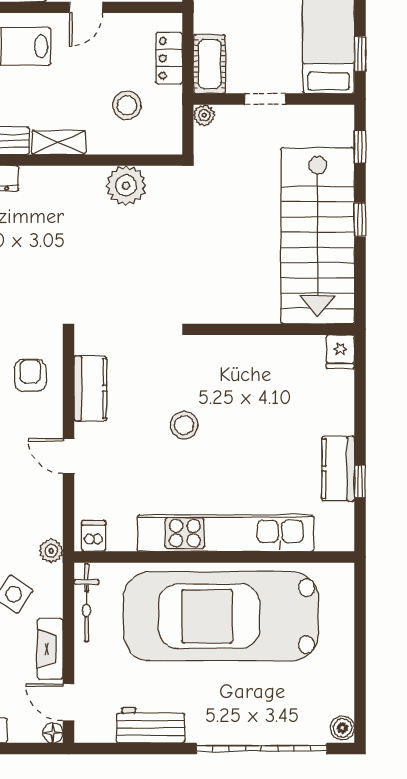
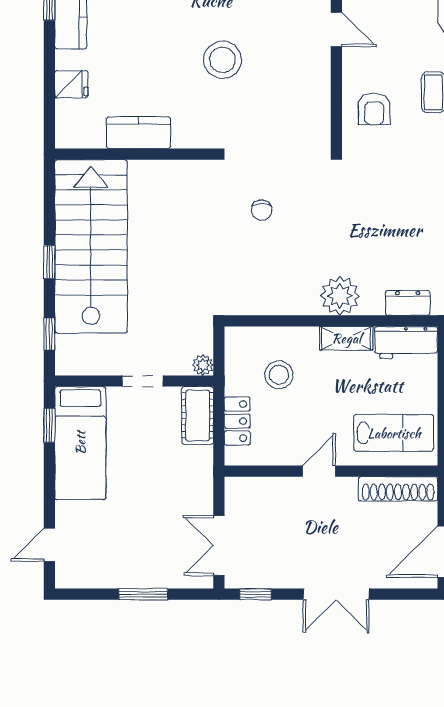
plant: (126, 185) -> (340, 296), moved
chair: (145, 272) -> (262, 210), added
fridge: (340, 352) -> (71, 84), moved, turned 90
kitchen counter: (90, 388) -> (138, 133), moved, turned 90
stool: (184, 425) -> (223, 60), width x1.38, depth x1.38

